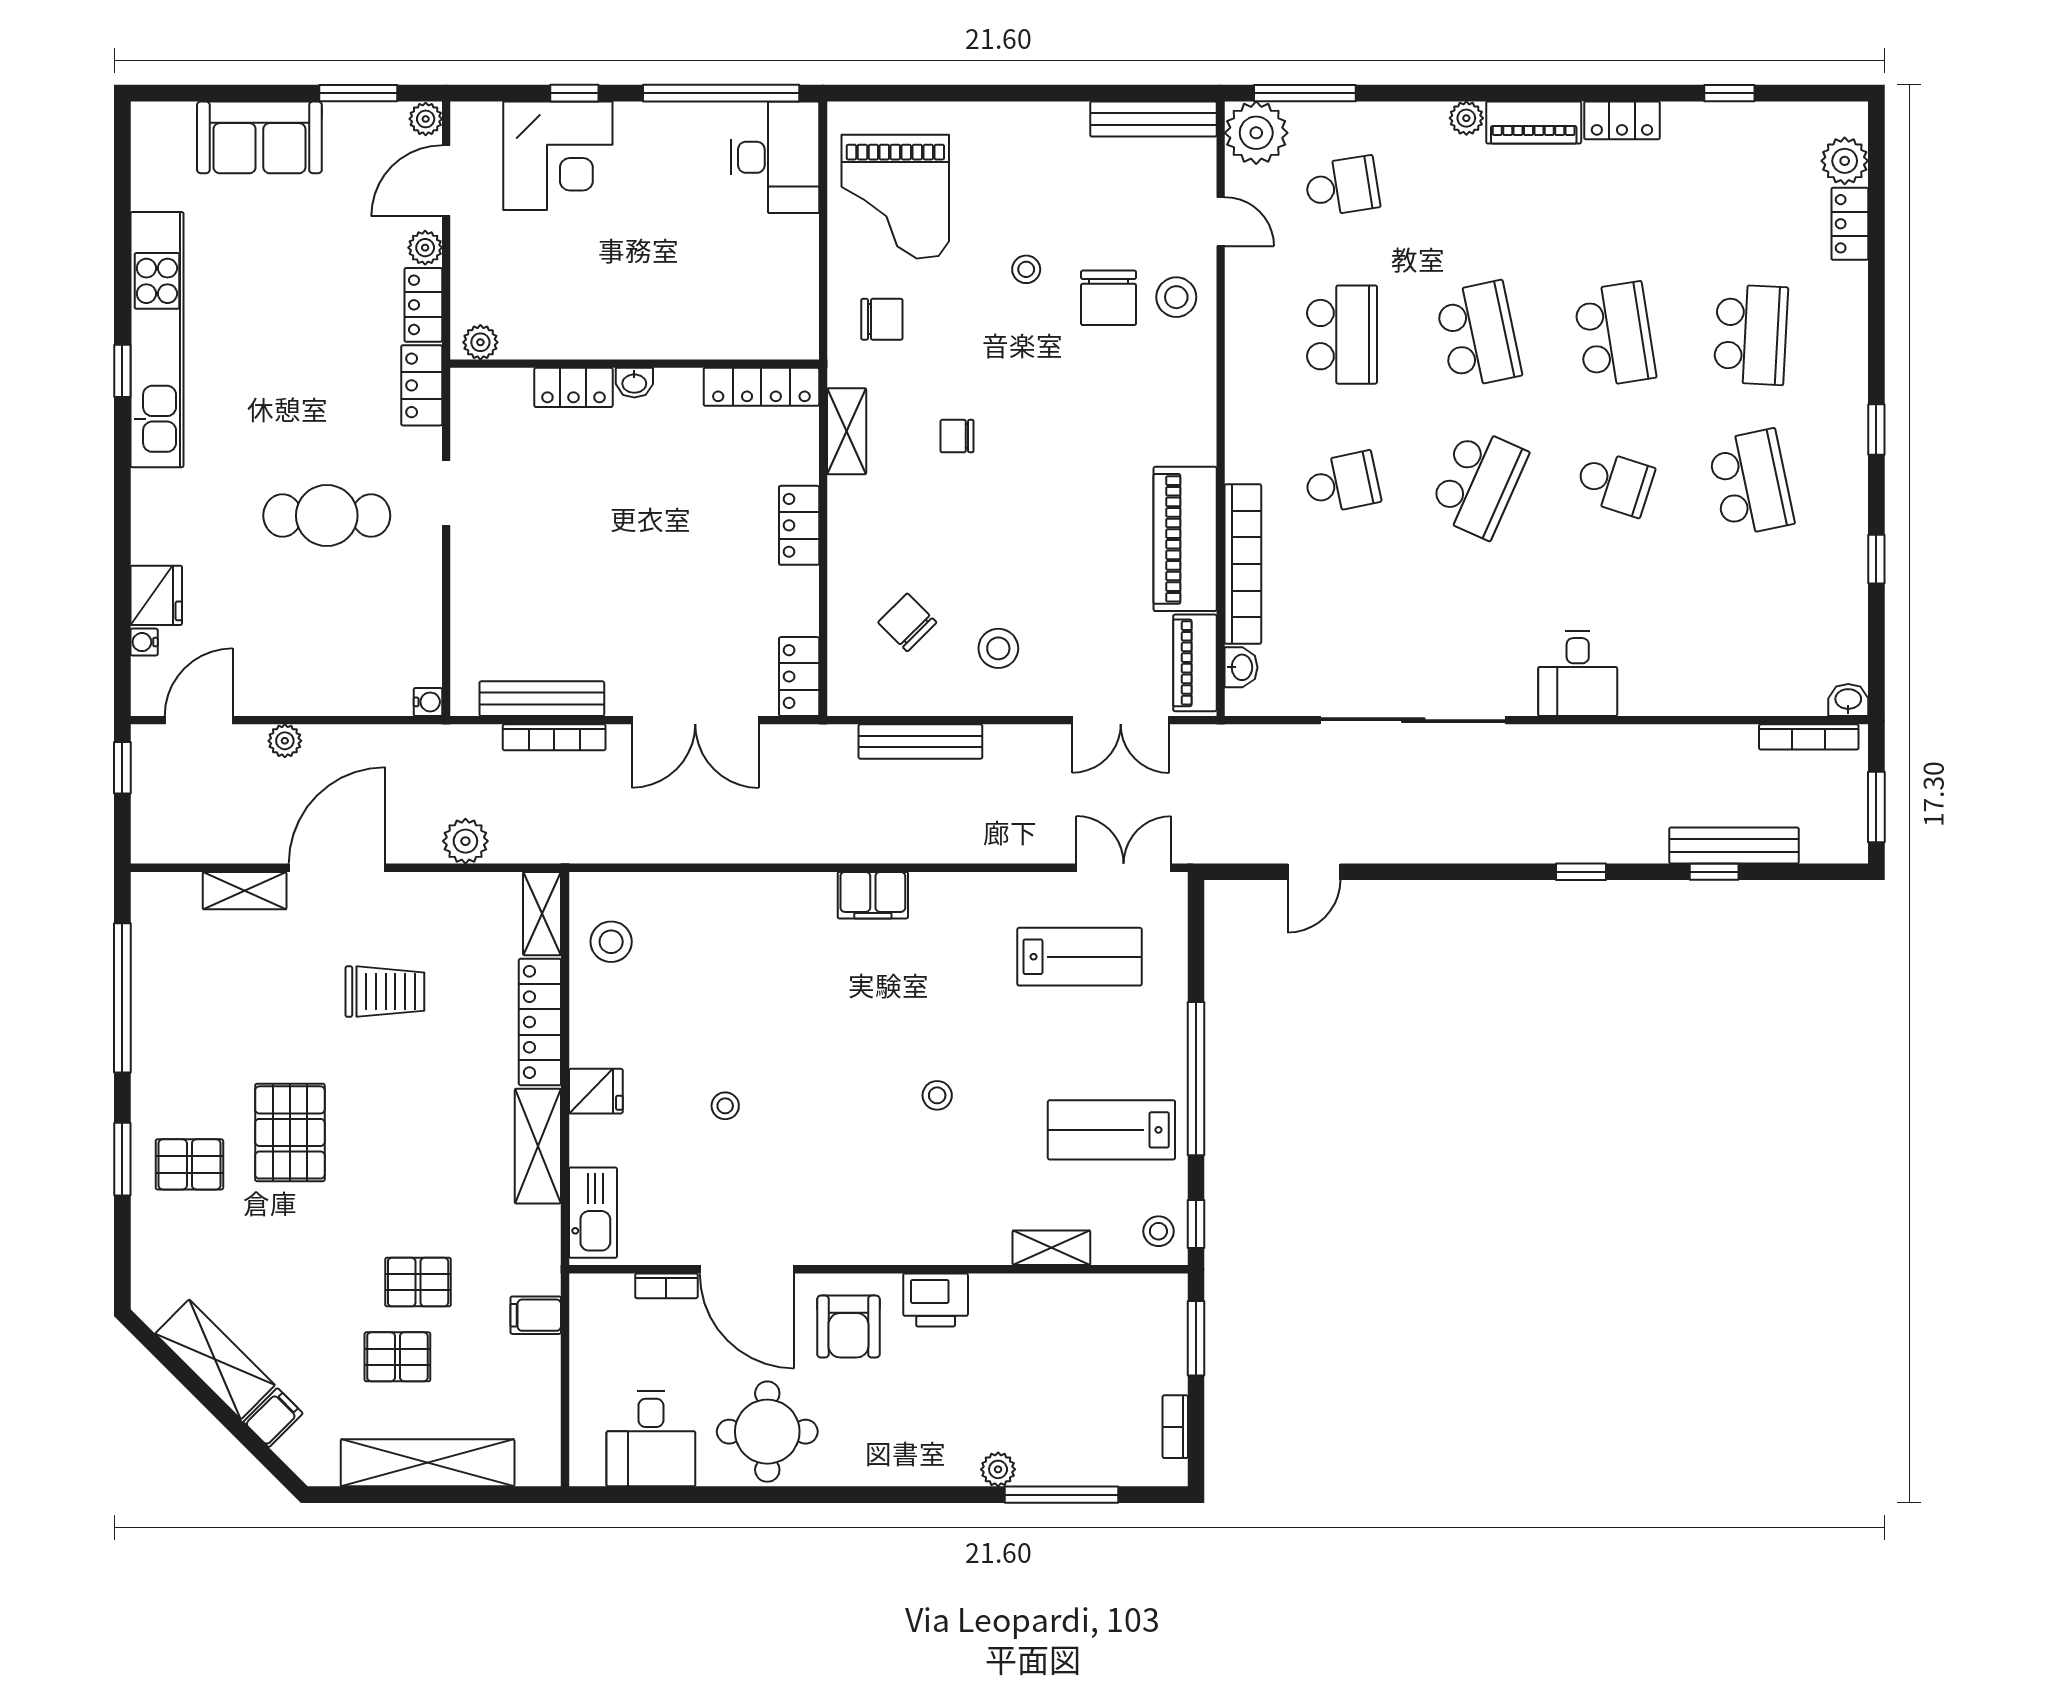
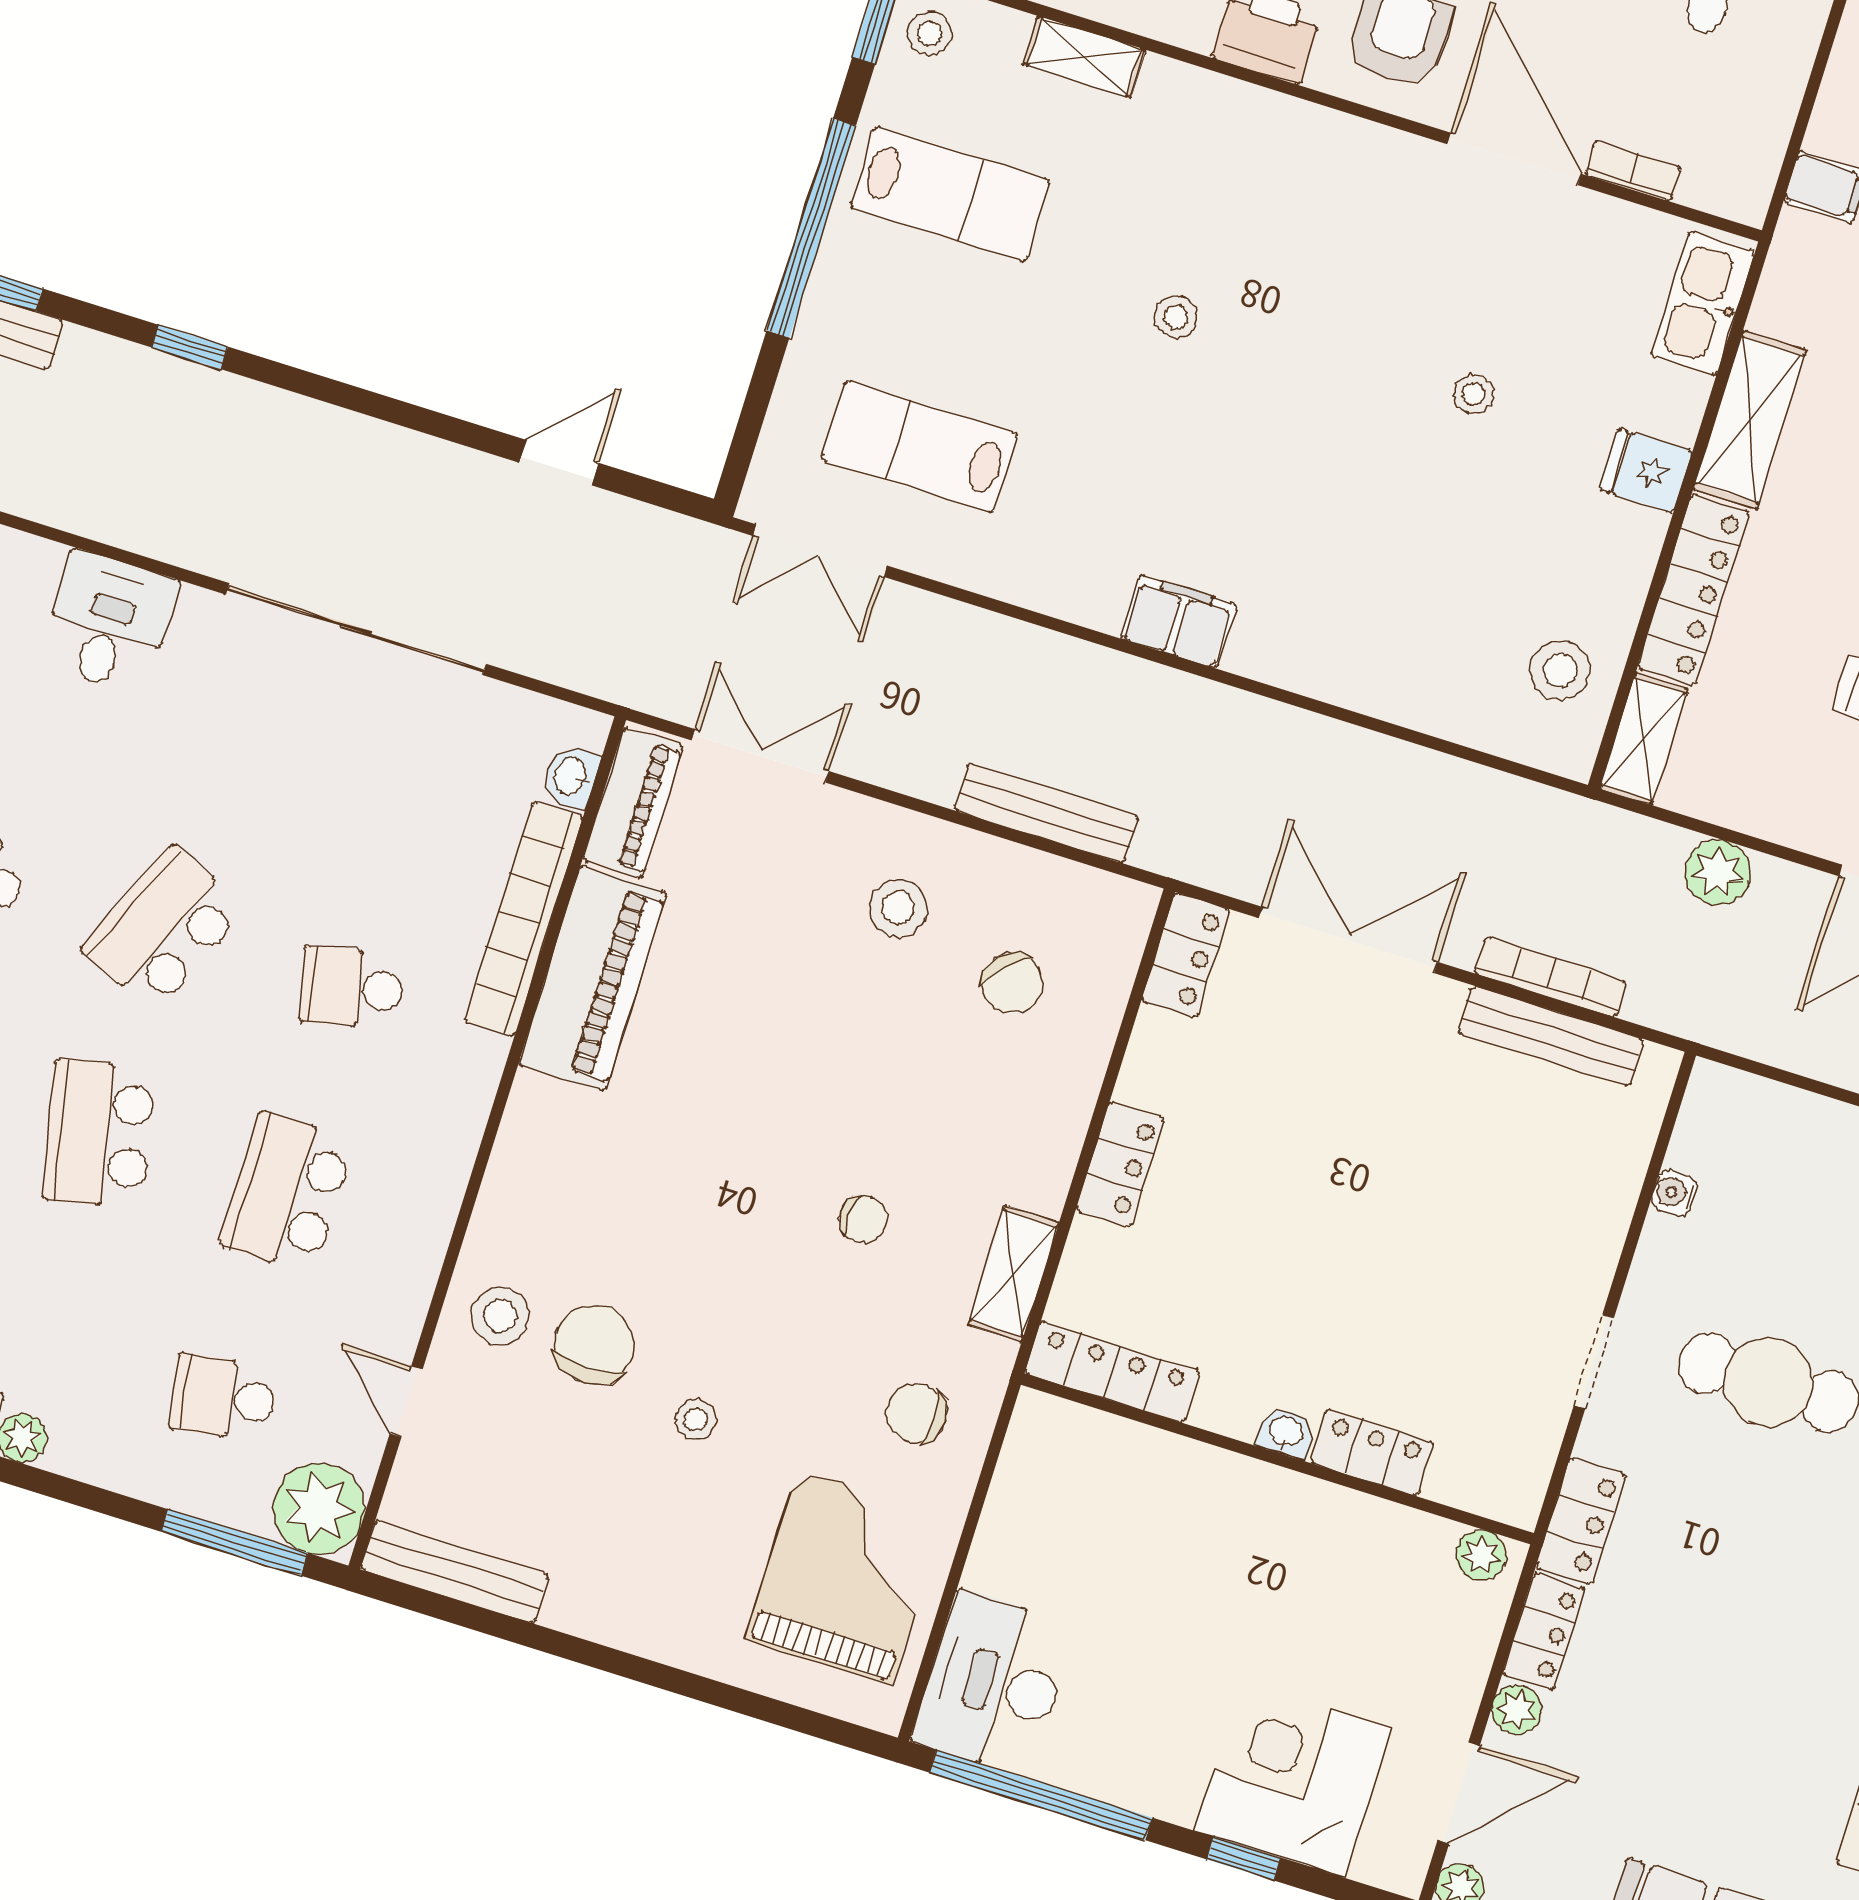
water cooler: (428, 702) -> (1674, 1193), moved

